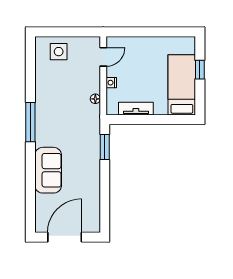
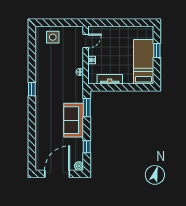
window: (30, 122) -> (32, 89), width x0.46
sofa: (48, 170) -> (74, 120), moved, turned 180
window: (105, 200) -> (87, 147), added
plant: (94, 226) -> (79, 166), added

